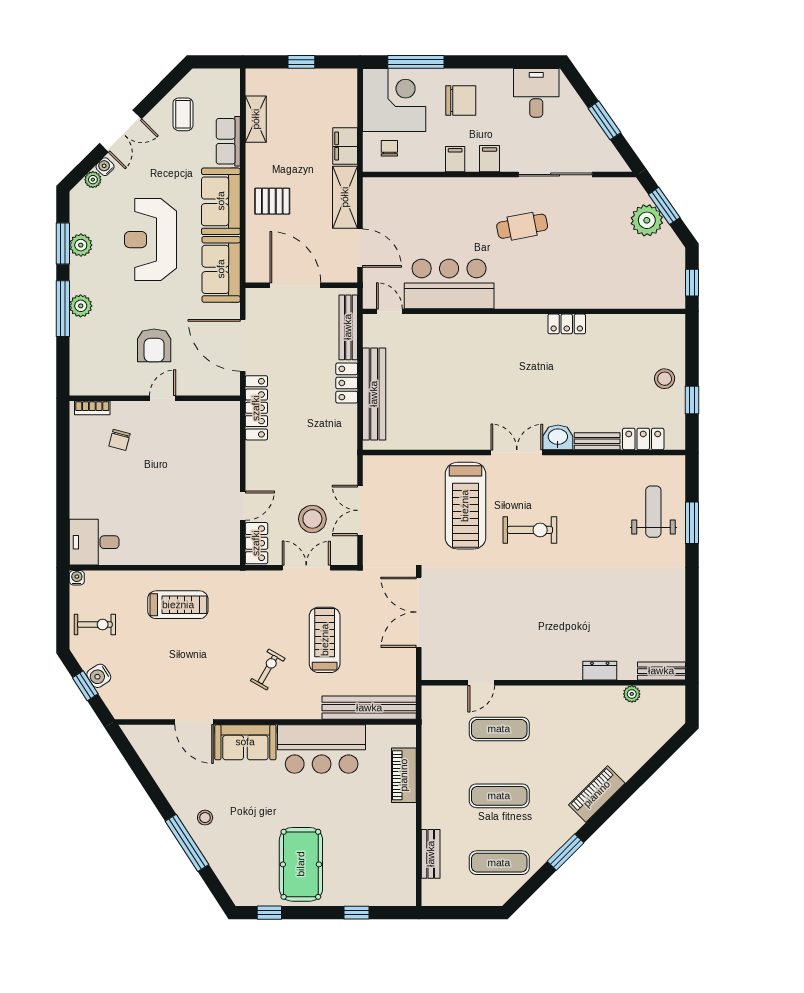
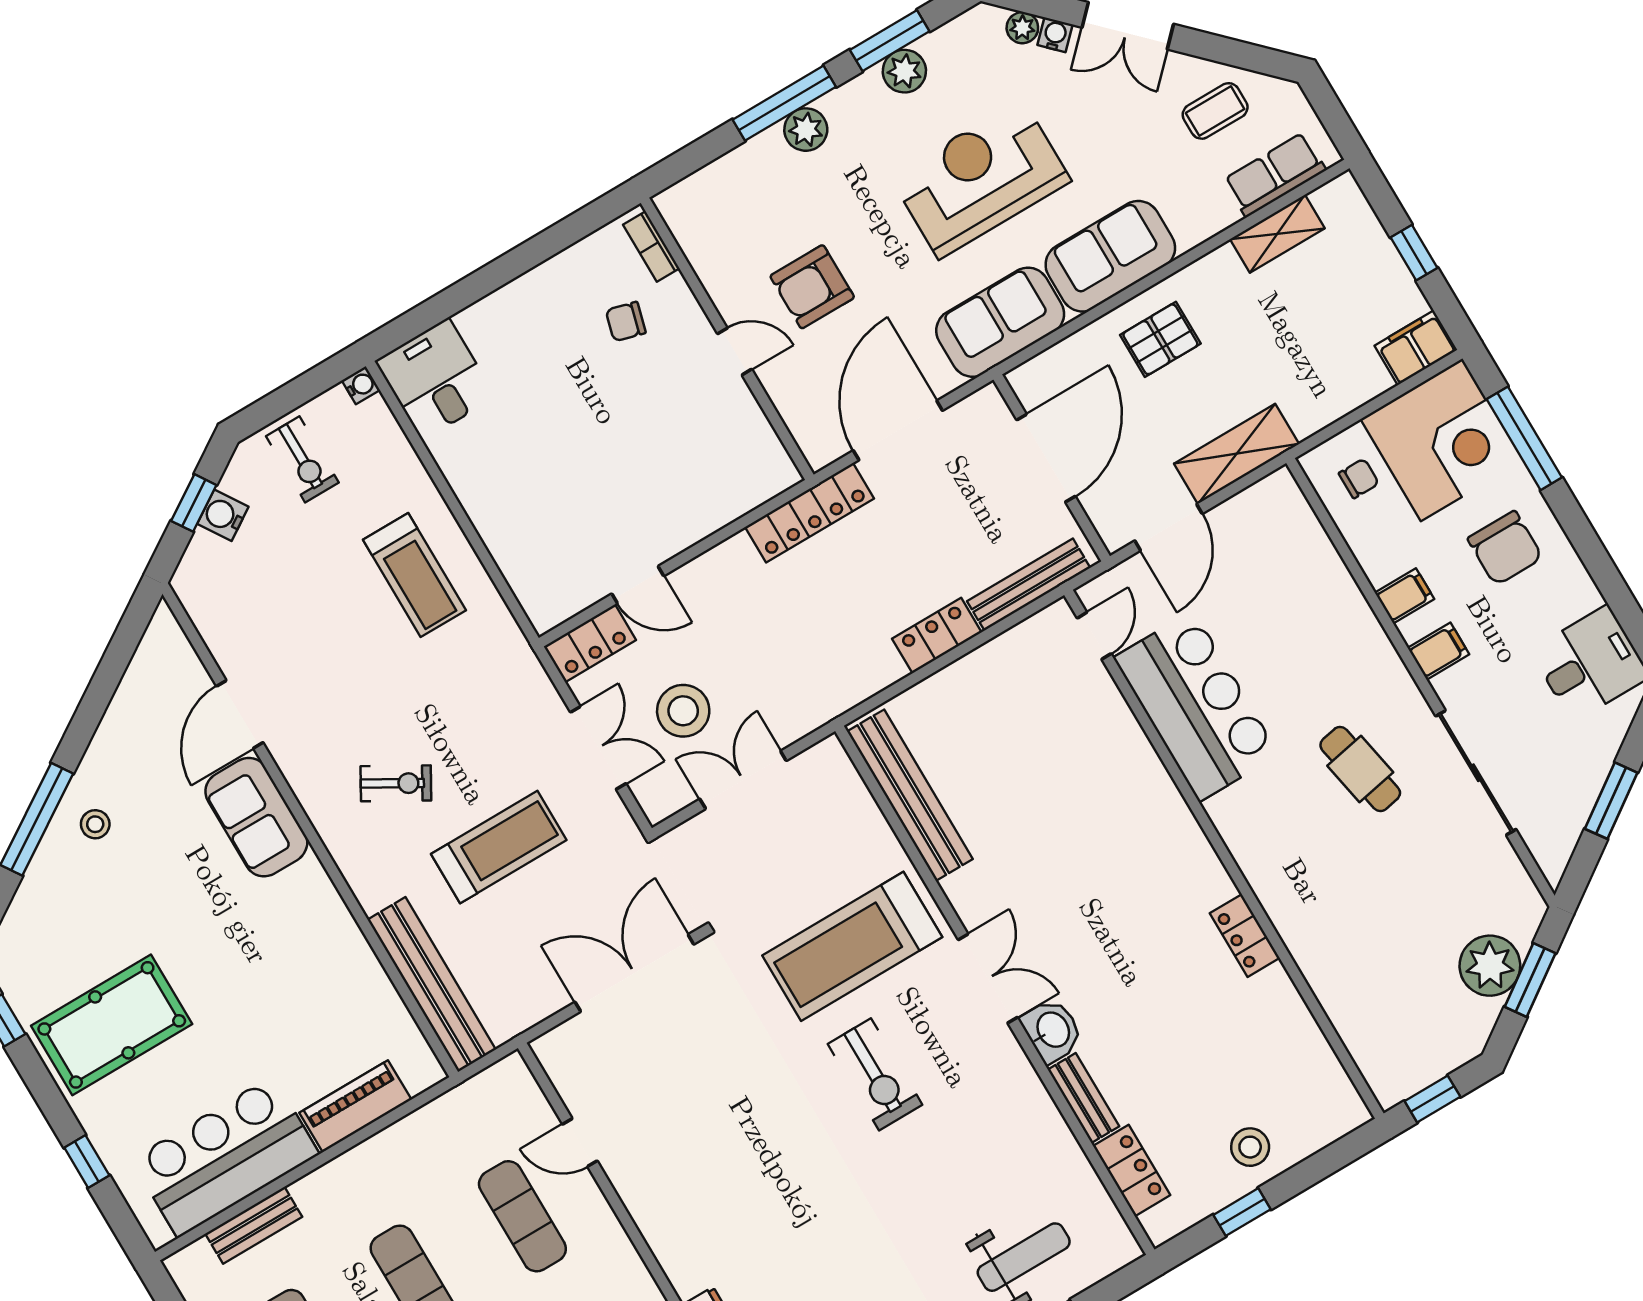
row of seats: (228, 141) -> (1275, 175), moved
filing cabinet: (345, 146) -> (1416, 348), moved
pallet: (272, 201) -> (1160, 339), turned 90
bench: (374, 394) -> (910, 795), moved, turned 90
bar counter: (322, 749) -> (225, 1157), moved, turned 90

